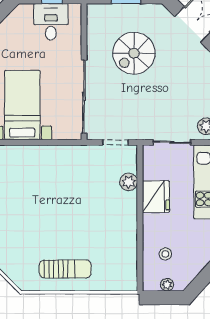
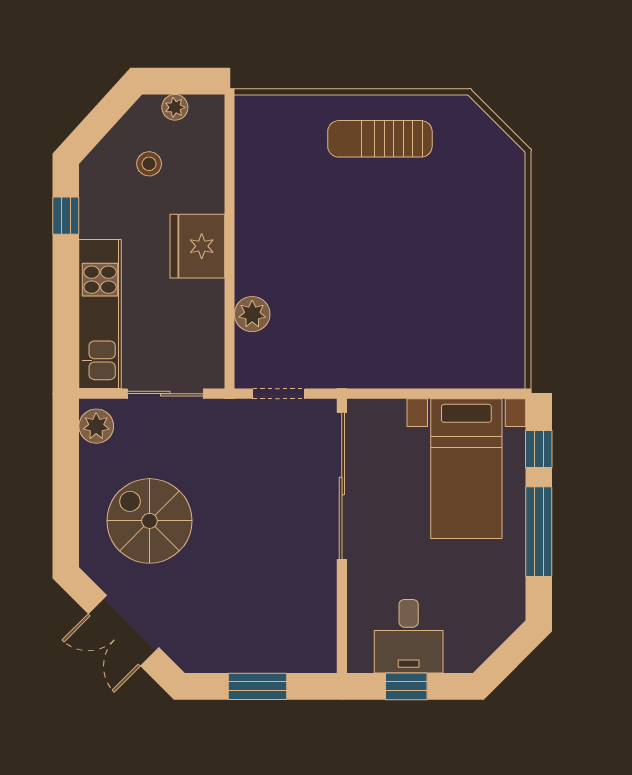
spiral stairs: (134, 53) -> (149, 521), moved, turned -90
fridge: (156, 197) -> (197, 246), moved
stool: (165, 254) -> (149, 164), moved

